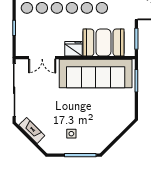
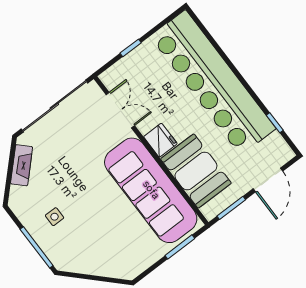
double door: (42, 58) -> (120, 110), swing flipped

